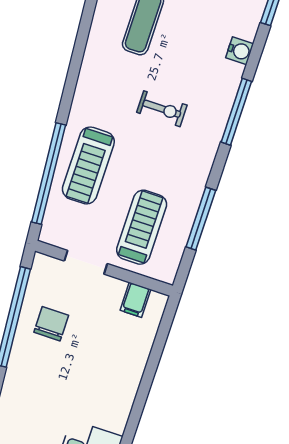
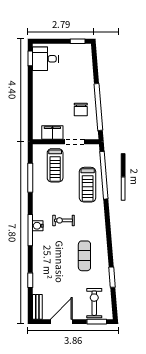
water cooler: (240, 51) -> (38, 226), moved
treadmill: (88, 165) -> (88, 185), turned 180
filing cabinet: (135, 300) -> (52, 132), width x2.00

